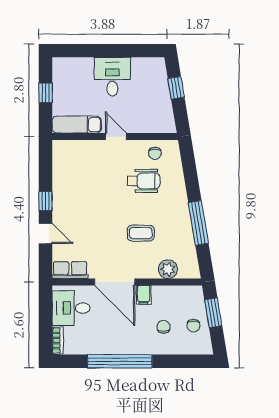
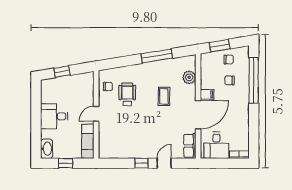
washbasin: (66, 66) -> (47, 149), added
window: (120, 361) -> (254, 80), moved

